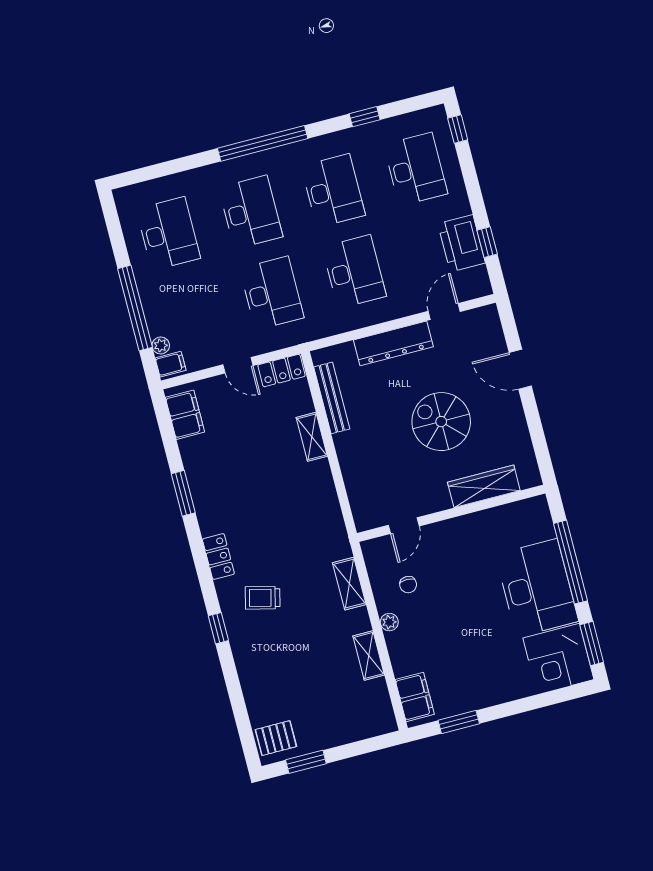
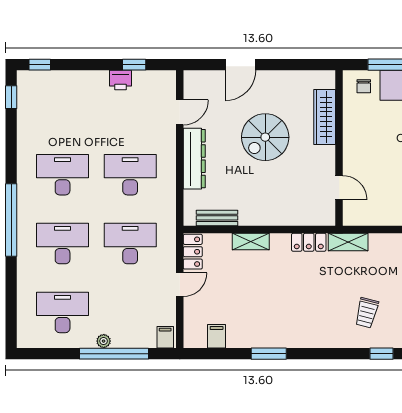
window: (365, 117) -> (11, 97), moved
desk: (415, 169) -> (63, 106), removed
printer: (462, 243) -> (120, 80), width x0.53, depth x0.68
door: (444, 311) -> (180, 112), swing flipped
plant: (161, 345) -> (104, 341), moved
bench: (332, 398) -> (217, 218), width x0.73
filing cabinet: (185, 415) -> (217, 336), width x0.50
locker: (218, 557) -> (309, 242), moved, turned 180
shelving: (349, 584) -> (348, 242), moved
chair: (408, 585) -> (364, 86), moved, turned 90

